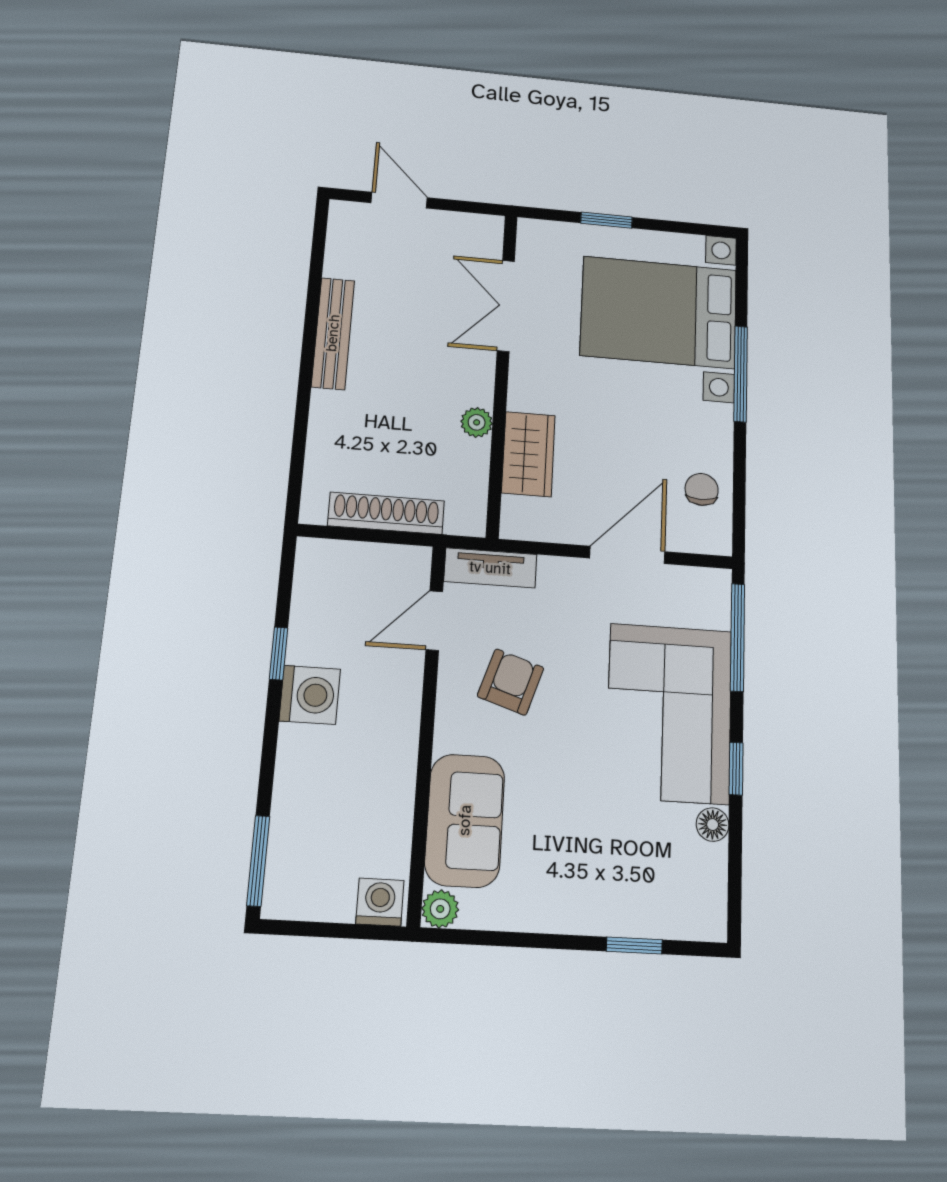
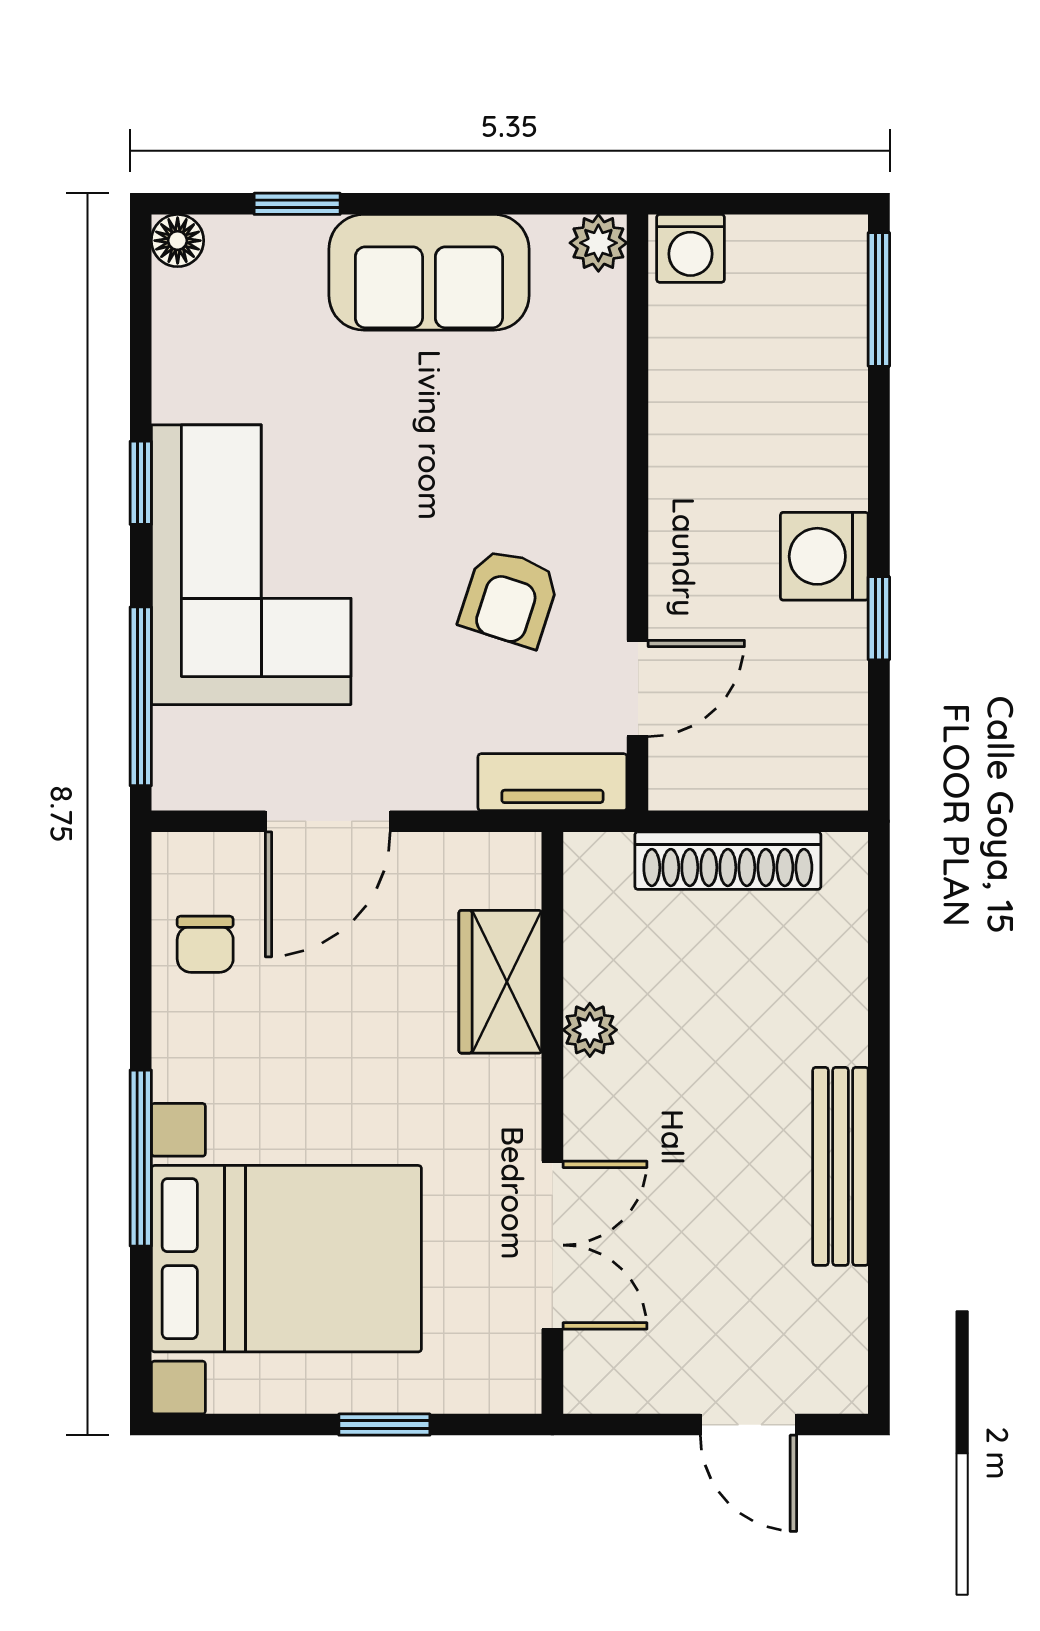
sofa: (465, 820) -> (429, 272), moved, turned -90
floor lamp: (713, 825) -> (178, 241), moved

